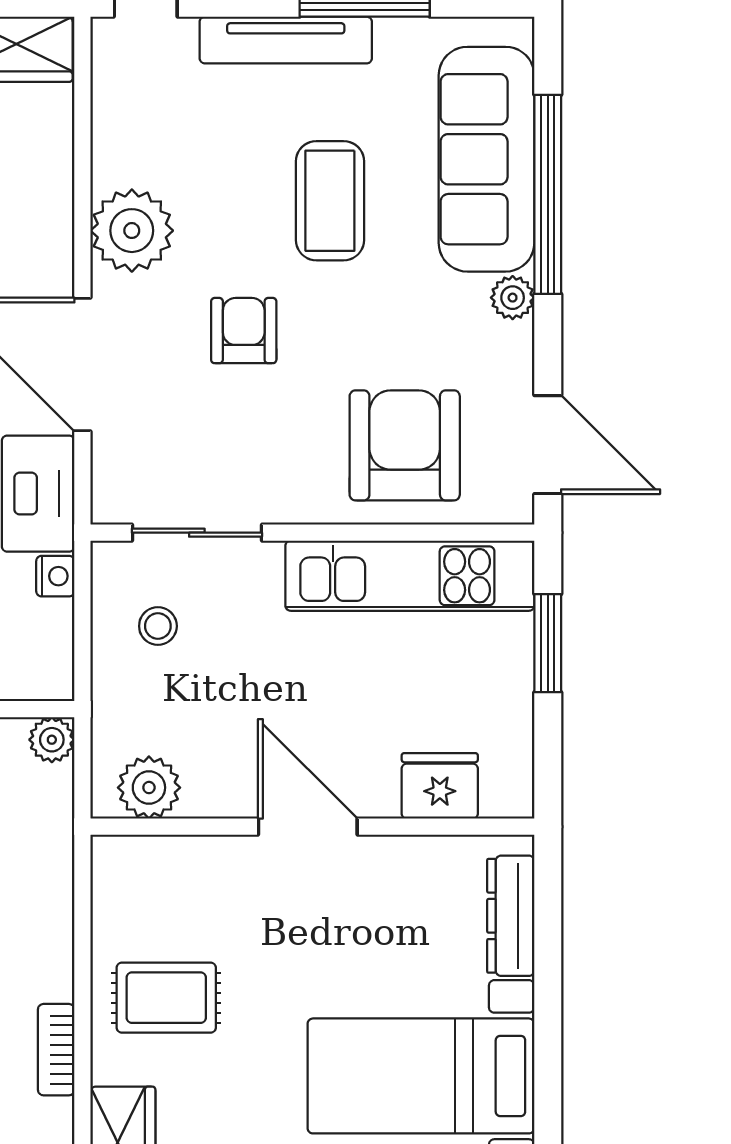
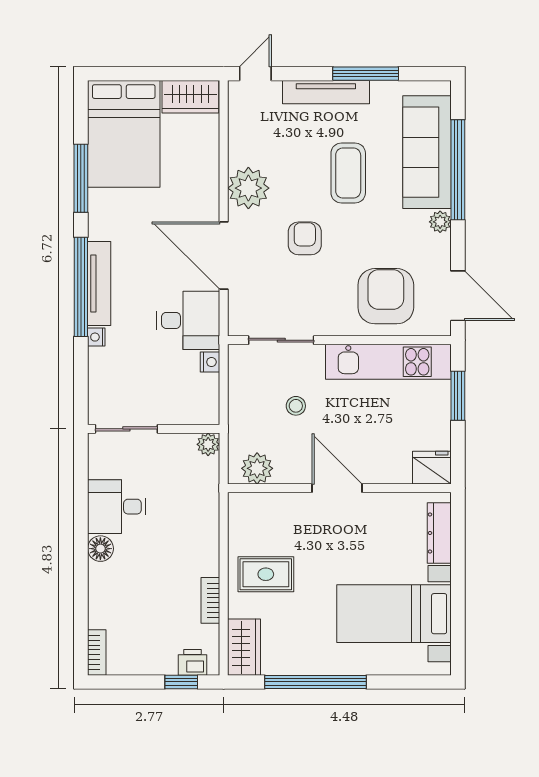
stool: (158, 626) -> (296, 406), moved
fridge: (440, 786) -> (432, 468), moved

